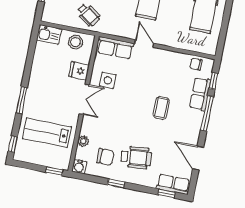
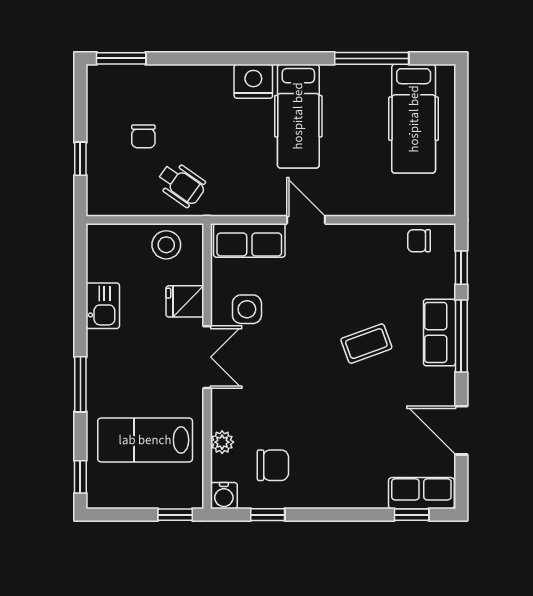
kitchen sink: (49, 34) -> (103, 306), moved, turned -90
row of seats: (200, 94) -> (440, 332), moved
coffee table: (161, 108) -> (366, 344), turned 70
wheelchair: (136, 158) -> (336, 454), removed
window: (116, 183) -> (268, 515), moved

